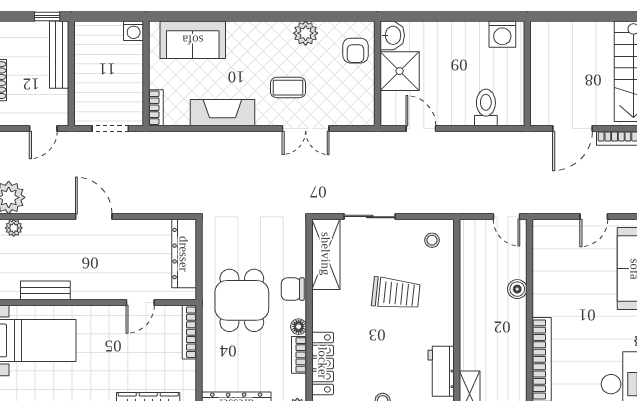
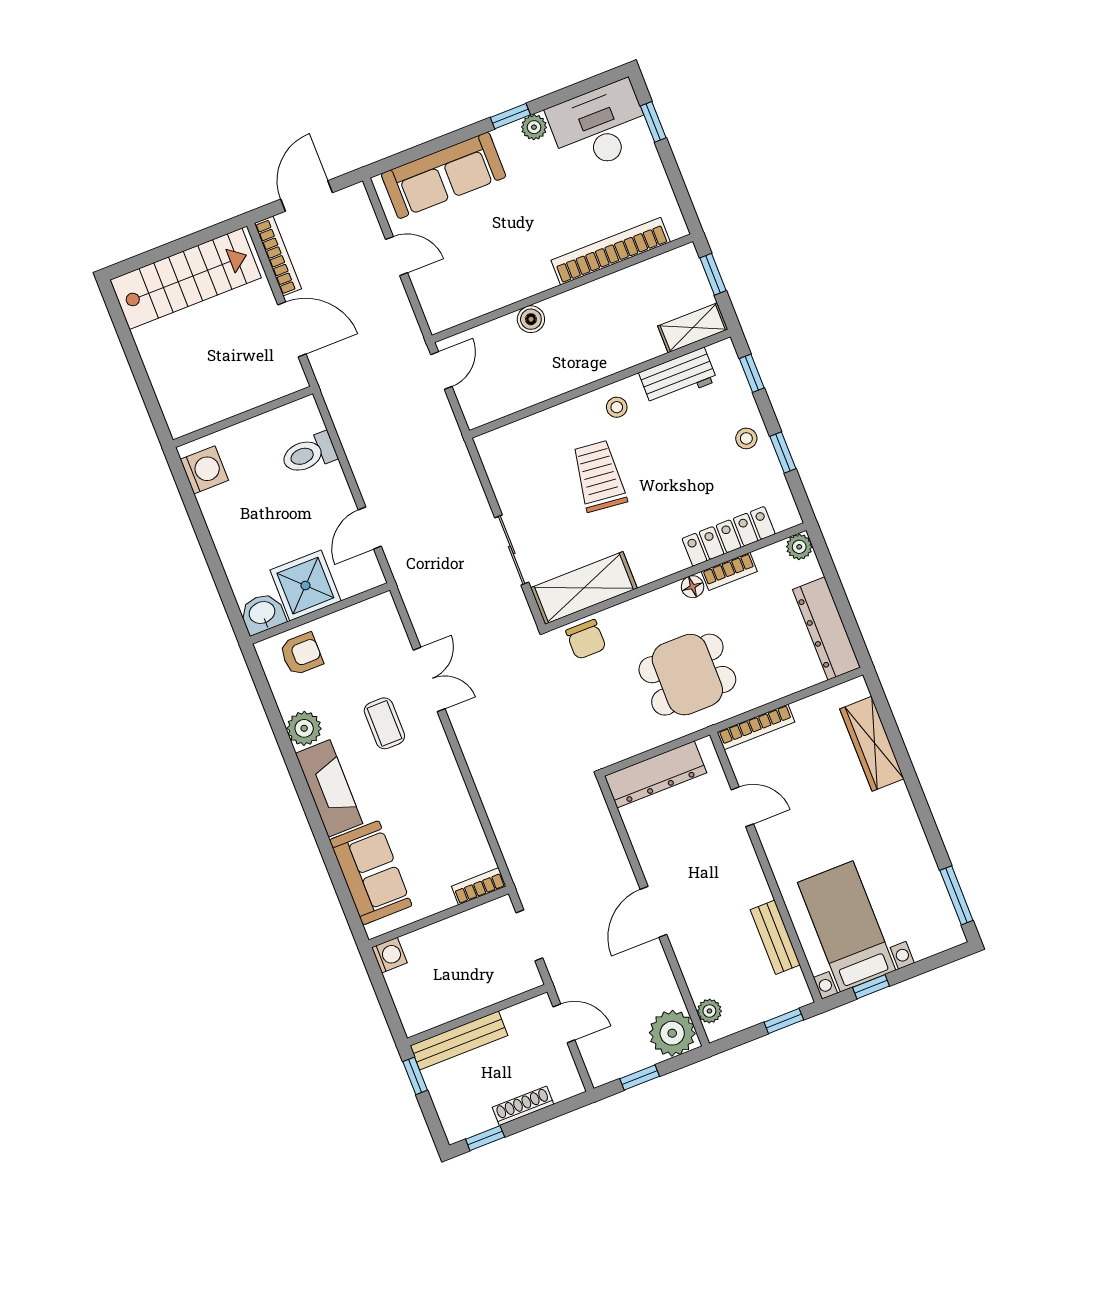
fireplace: (222, 113) -> (329, 788), moved, turned 180
stool: (432, 240) -> (617, 407), moved
chair: (293, 289) -> (586, 639), moved

